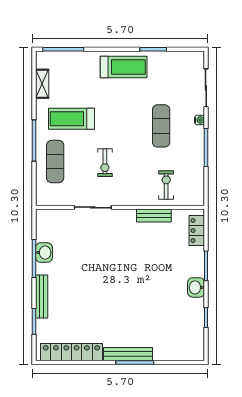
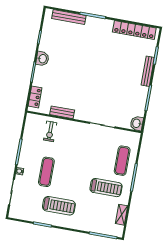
treadmill: (124, 67) -> (59, 206), moved, turned 180
exercise bike: (105, 163) -> (89, 154), removed
washbasin: (44, 253) -> (137, 123), moved
bench: (128, 354) -> (69, 17), moved

